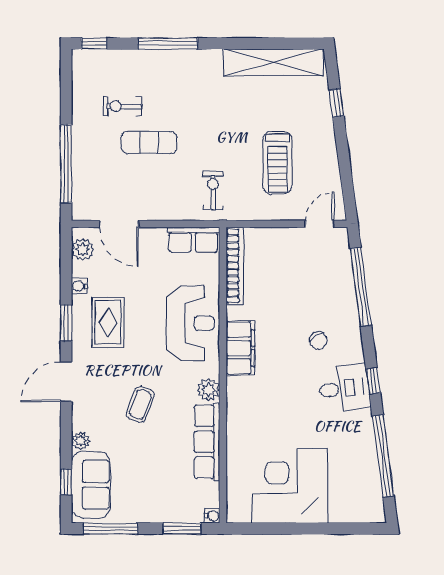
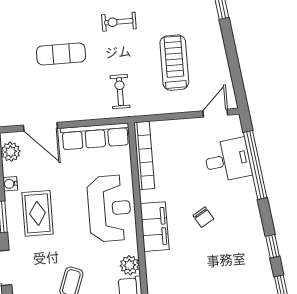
exercise bike: (122, 106) -> (119, 22), moved
treadmill: (278, 163) -> (174, 63), turned 180
row of seats: (193, 240) -> (95, 136), width x1.48
chair: (318, 340) -> (203, 217), moved
desk: (344, 388) -> (228, 160), moved

